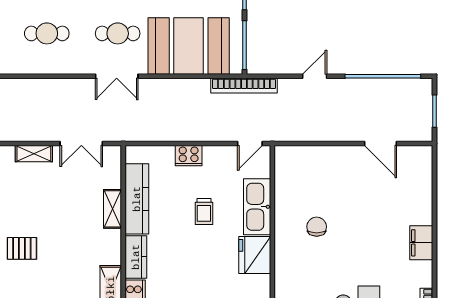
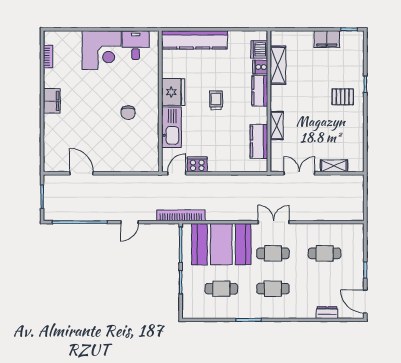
cooker: (189, 156) -> (197, 164), moved
kitchen counter: (137, 199) -> (259, 141), width x0.67
trolley: (204, 212) -> (216, 100), moved

